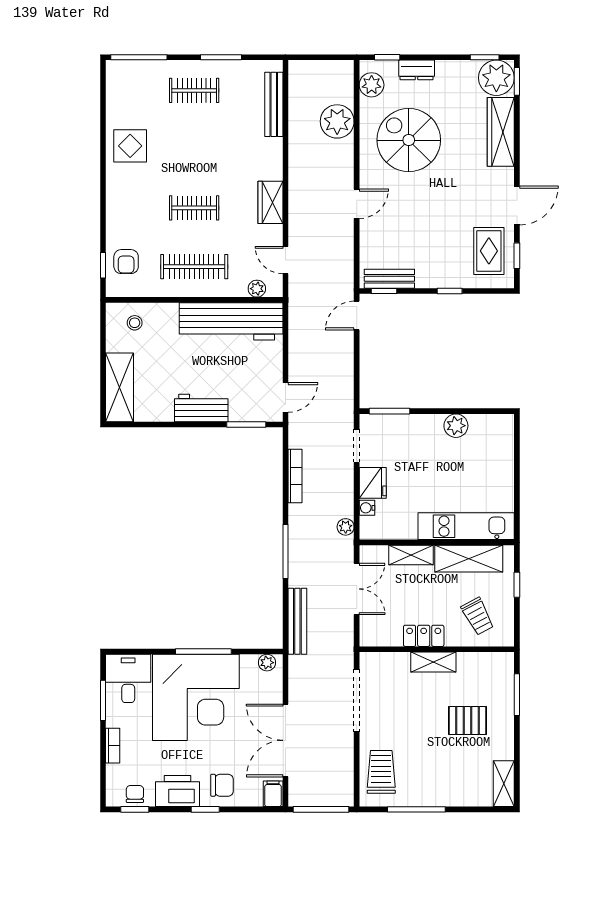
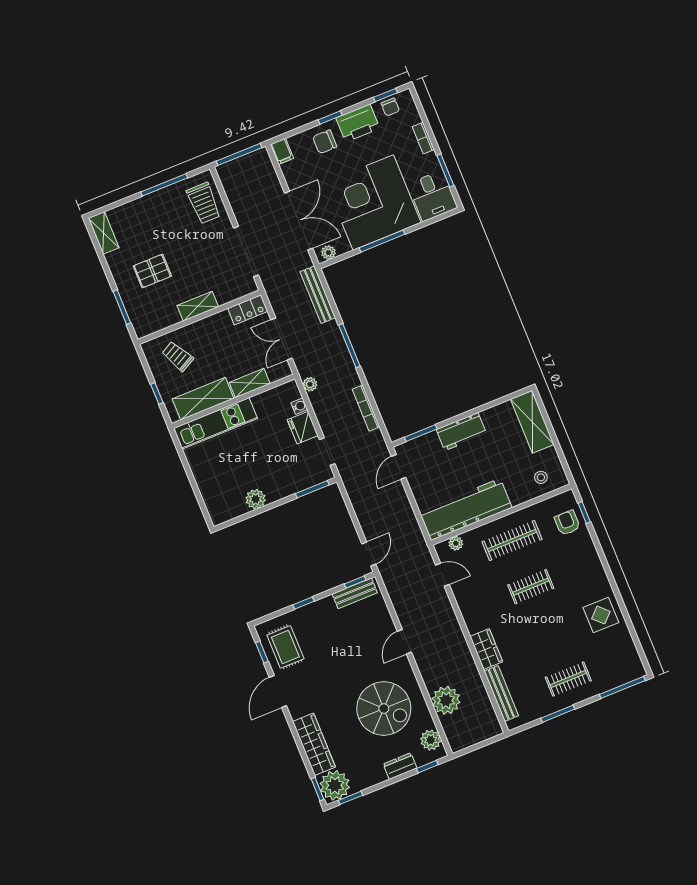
wardrobe: (270, 202) -> (486, 649), moved
locker: (424, 636) -> (248, 310), moved
double door: (285, 740) -> (299, 221), moved

